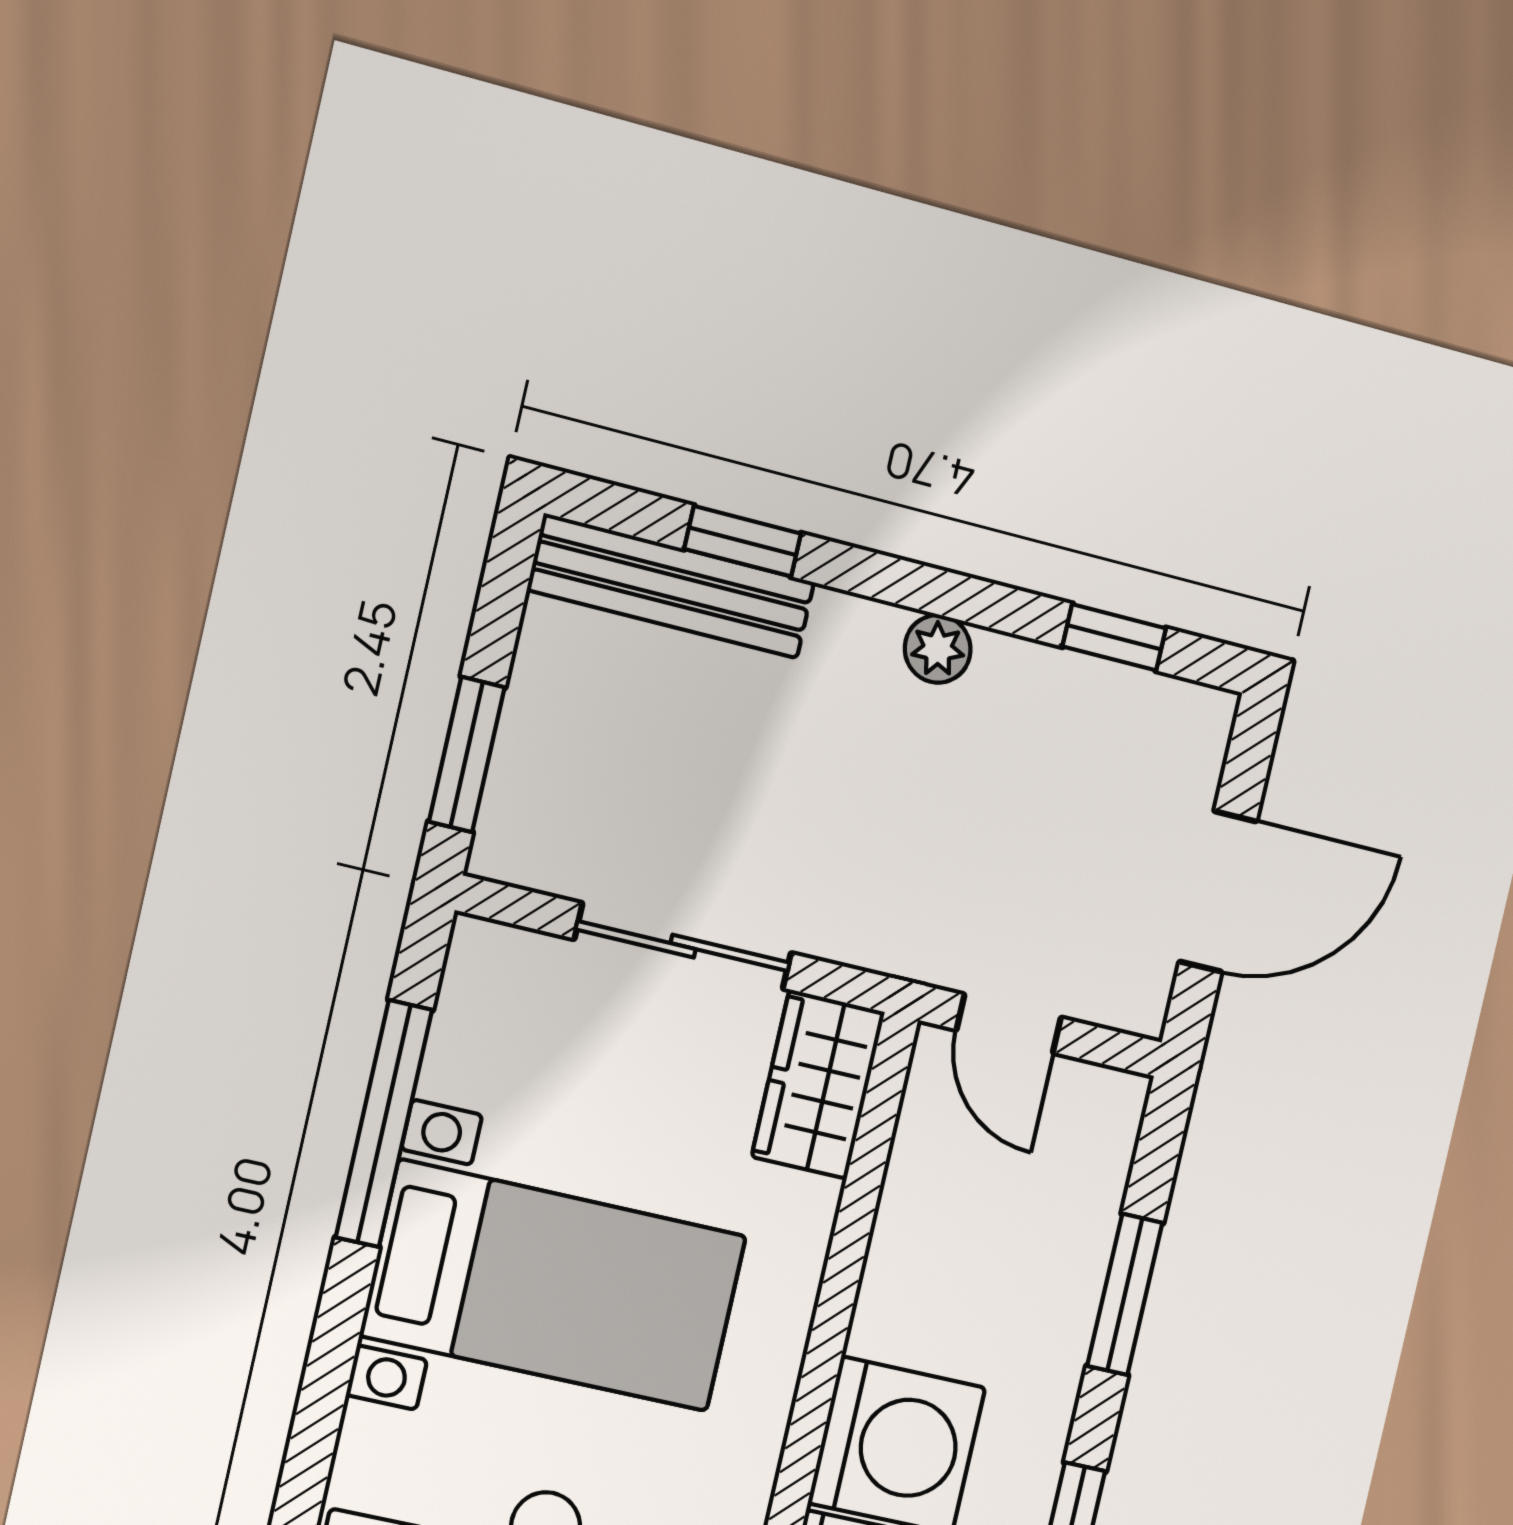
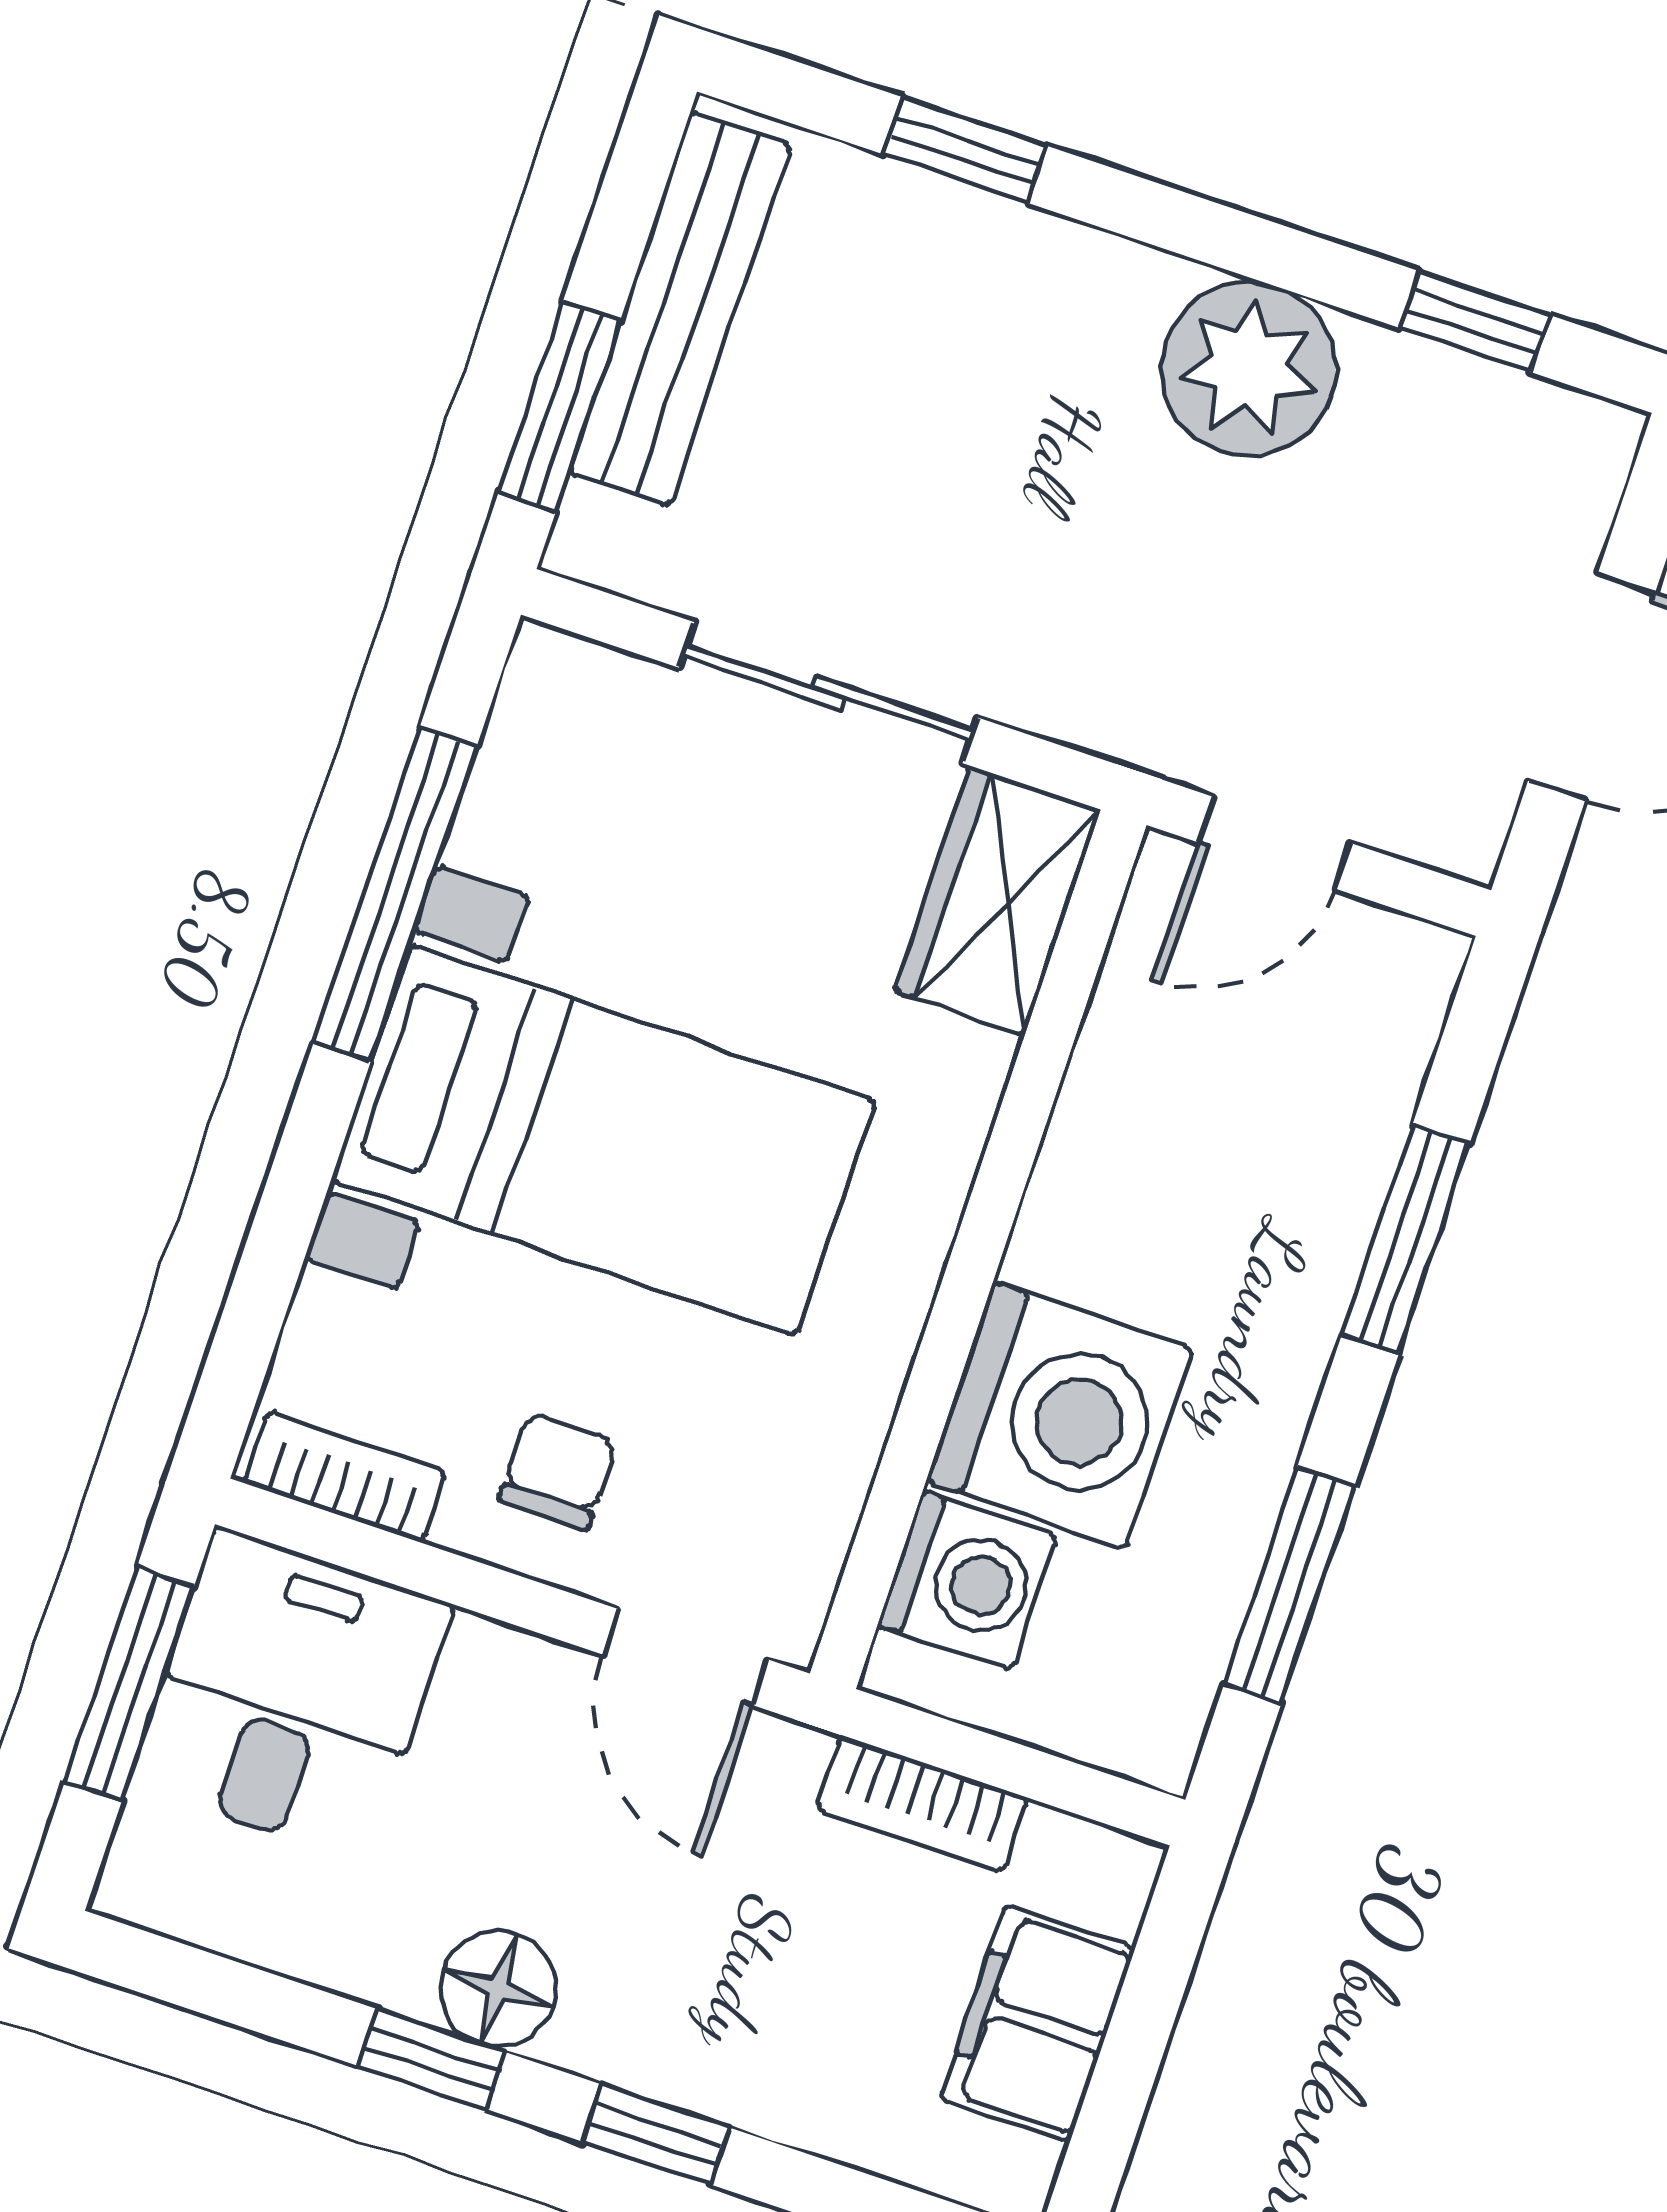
bench: (671, 586) -> (680, 309), moved, turned 90
plant: (938, 649) -> (1248, 369), width x1.88, depth x1.88
door: (1009, 1024) -> (1275, 843), hinge flipped

